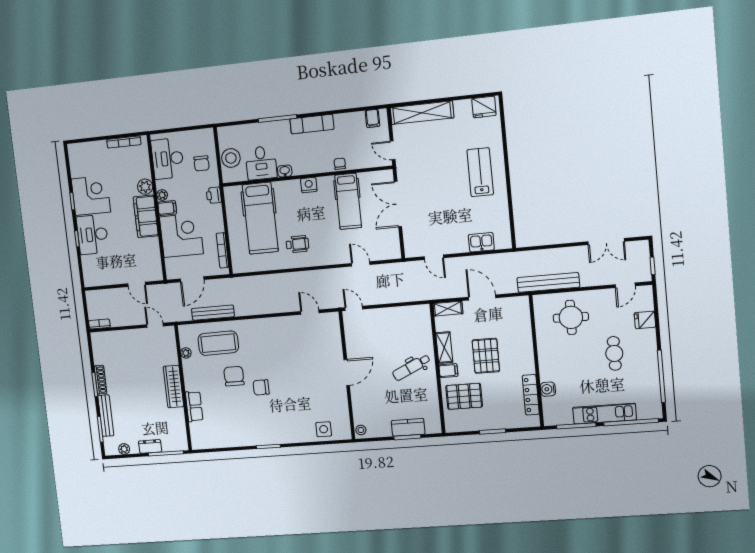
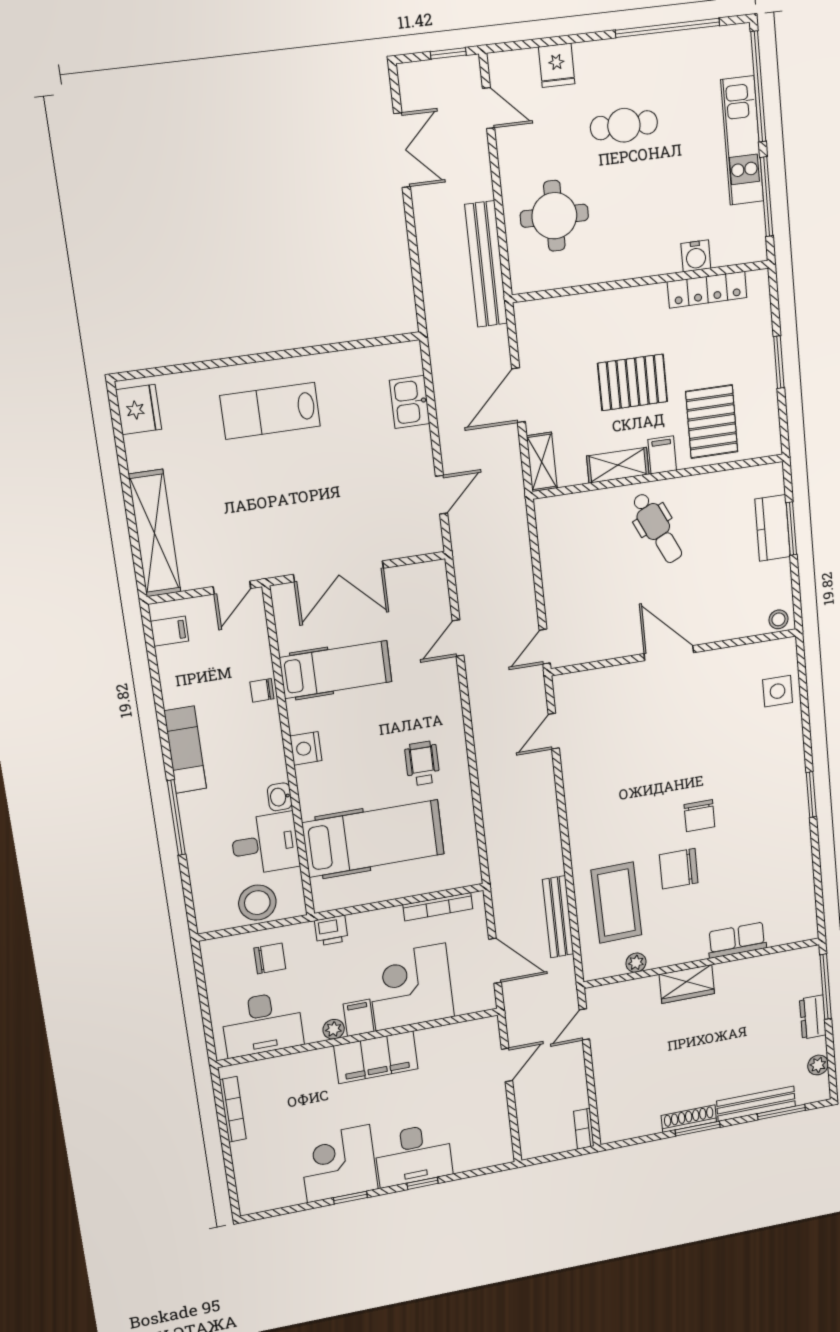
plant: (145, 187) -> (318, 1063), removed
wardrobe: (173, 387) -> (687, 984), width x0.67

